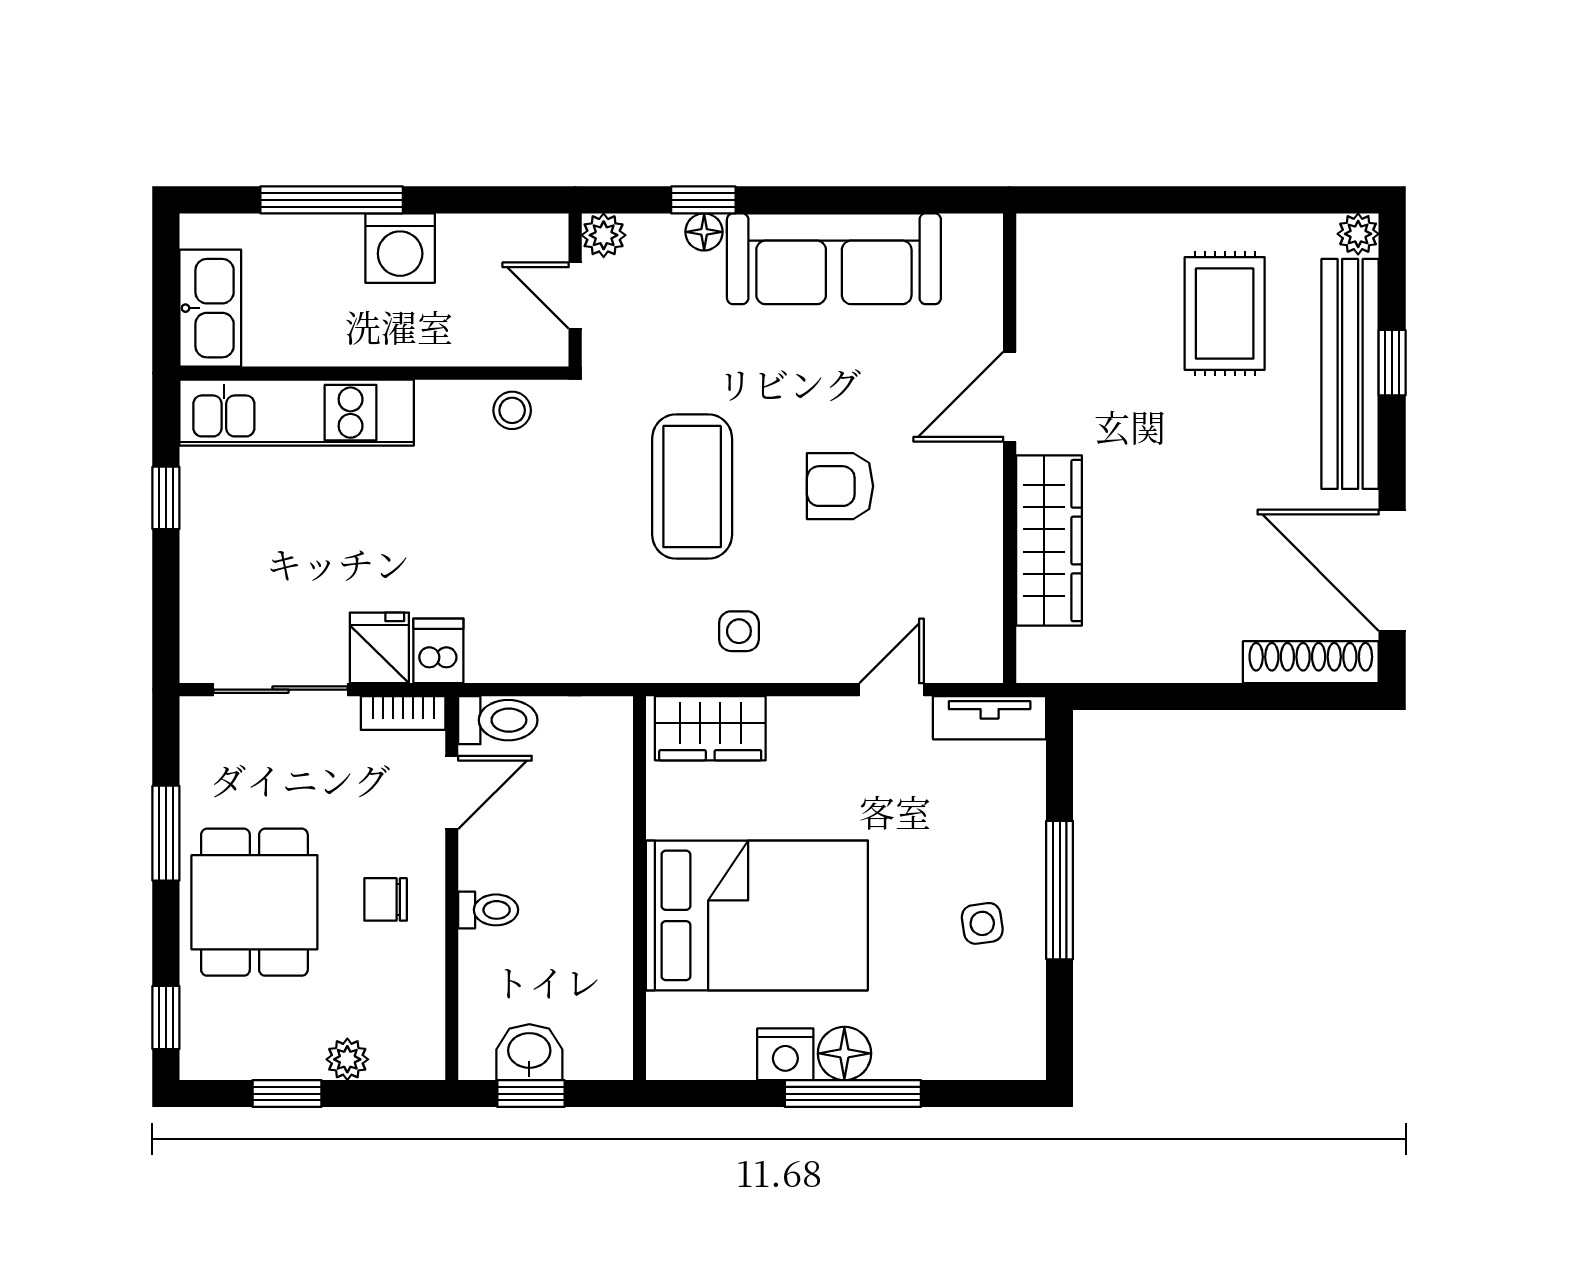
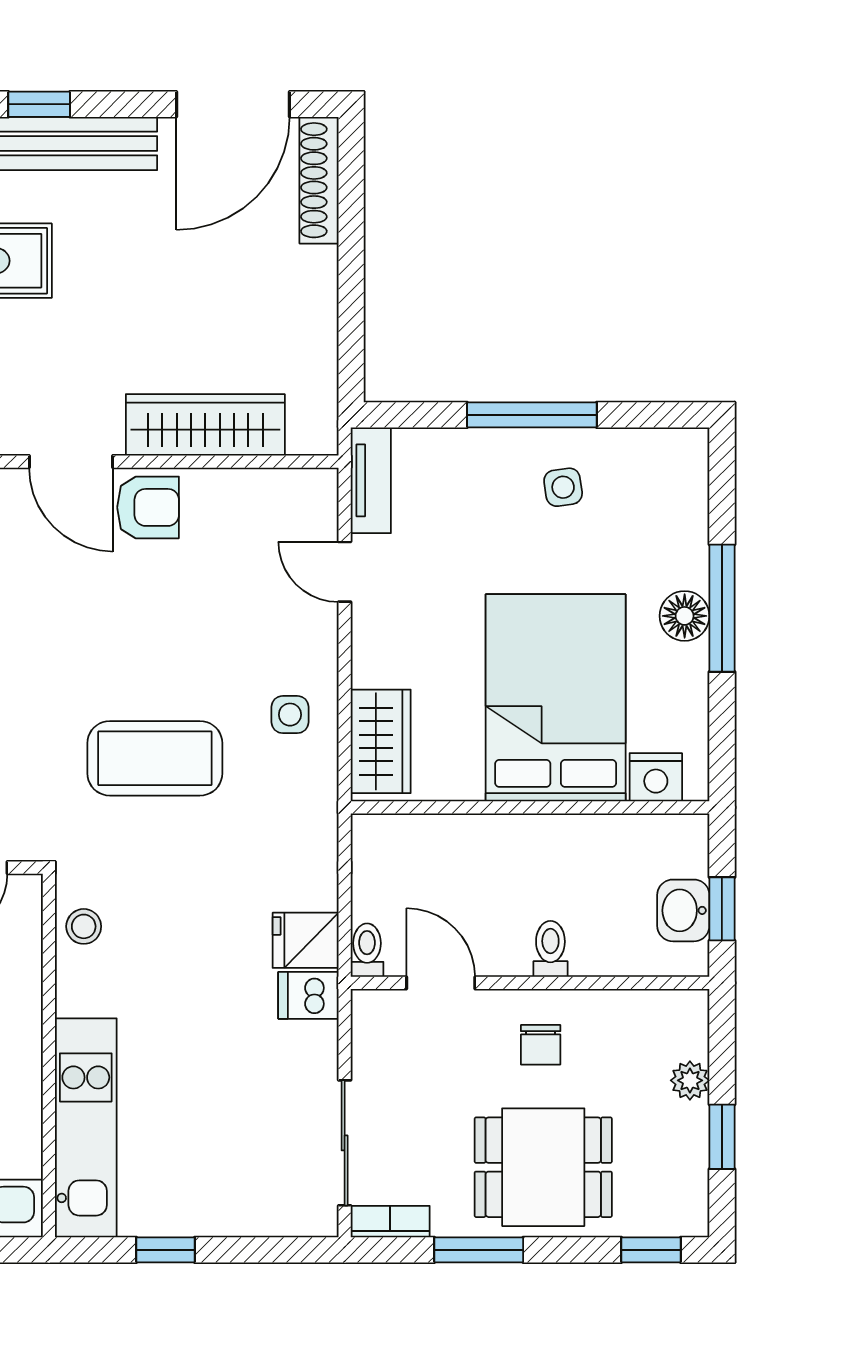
armchair: (840, 486) -> (148, 507), moved, turned -90
fridge: (379, 648) -> (306, 940), moved
bookcase: (403, 713) -> (390, 1222), moved, turned -90
toilet: (498, 720) -> (367, 950), width x0.73, depth x0.72
nightstand: (785, 1054) -> (656, 777), moved, turned 90

